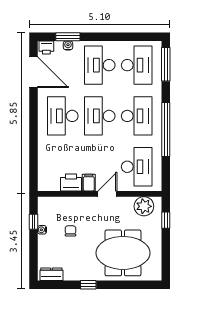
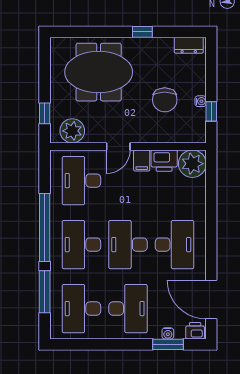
window: (166, 64) -> (45, 292), moved
desk: (100, 116) -> (128, 245), turned 180
plant: (49, 180) -> (192, 164), added
chair: (70, 231) -> (165, 100), width x1.87, depth x1.87

